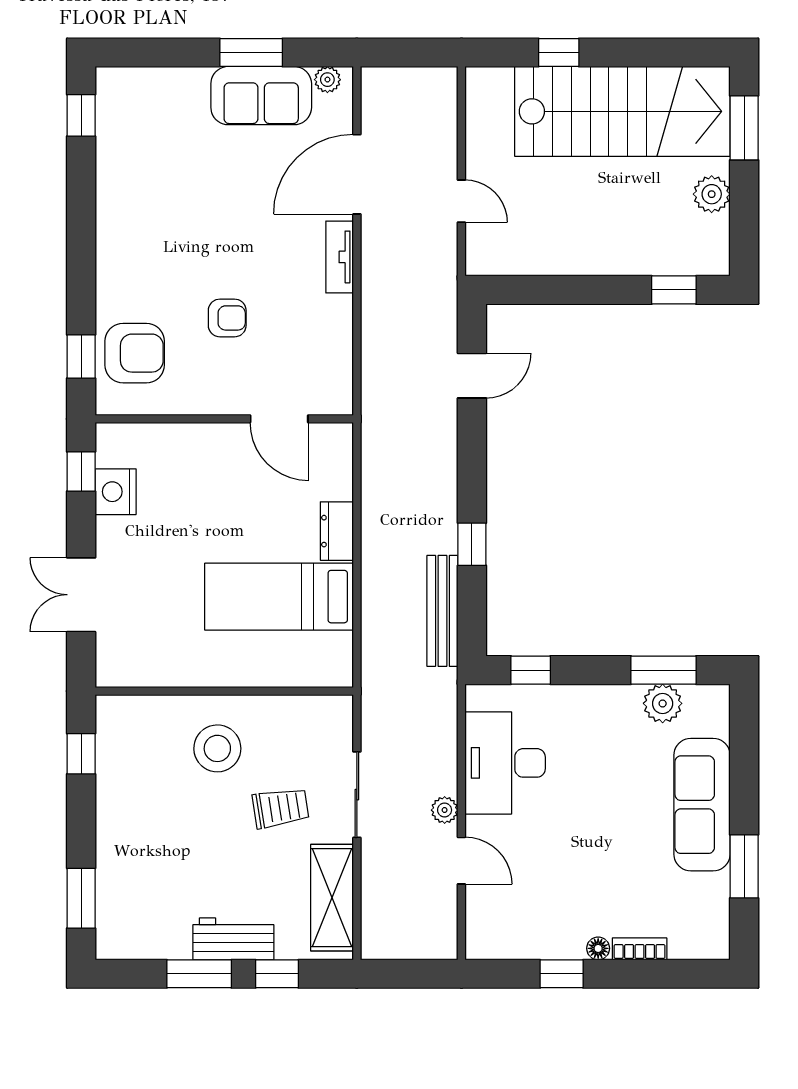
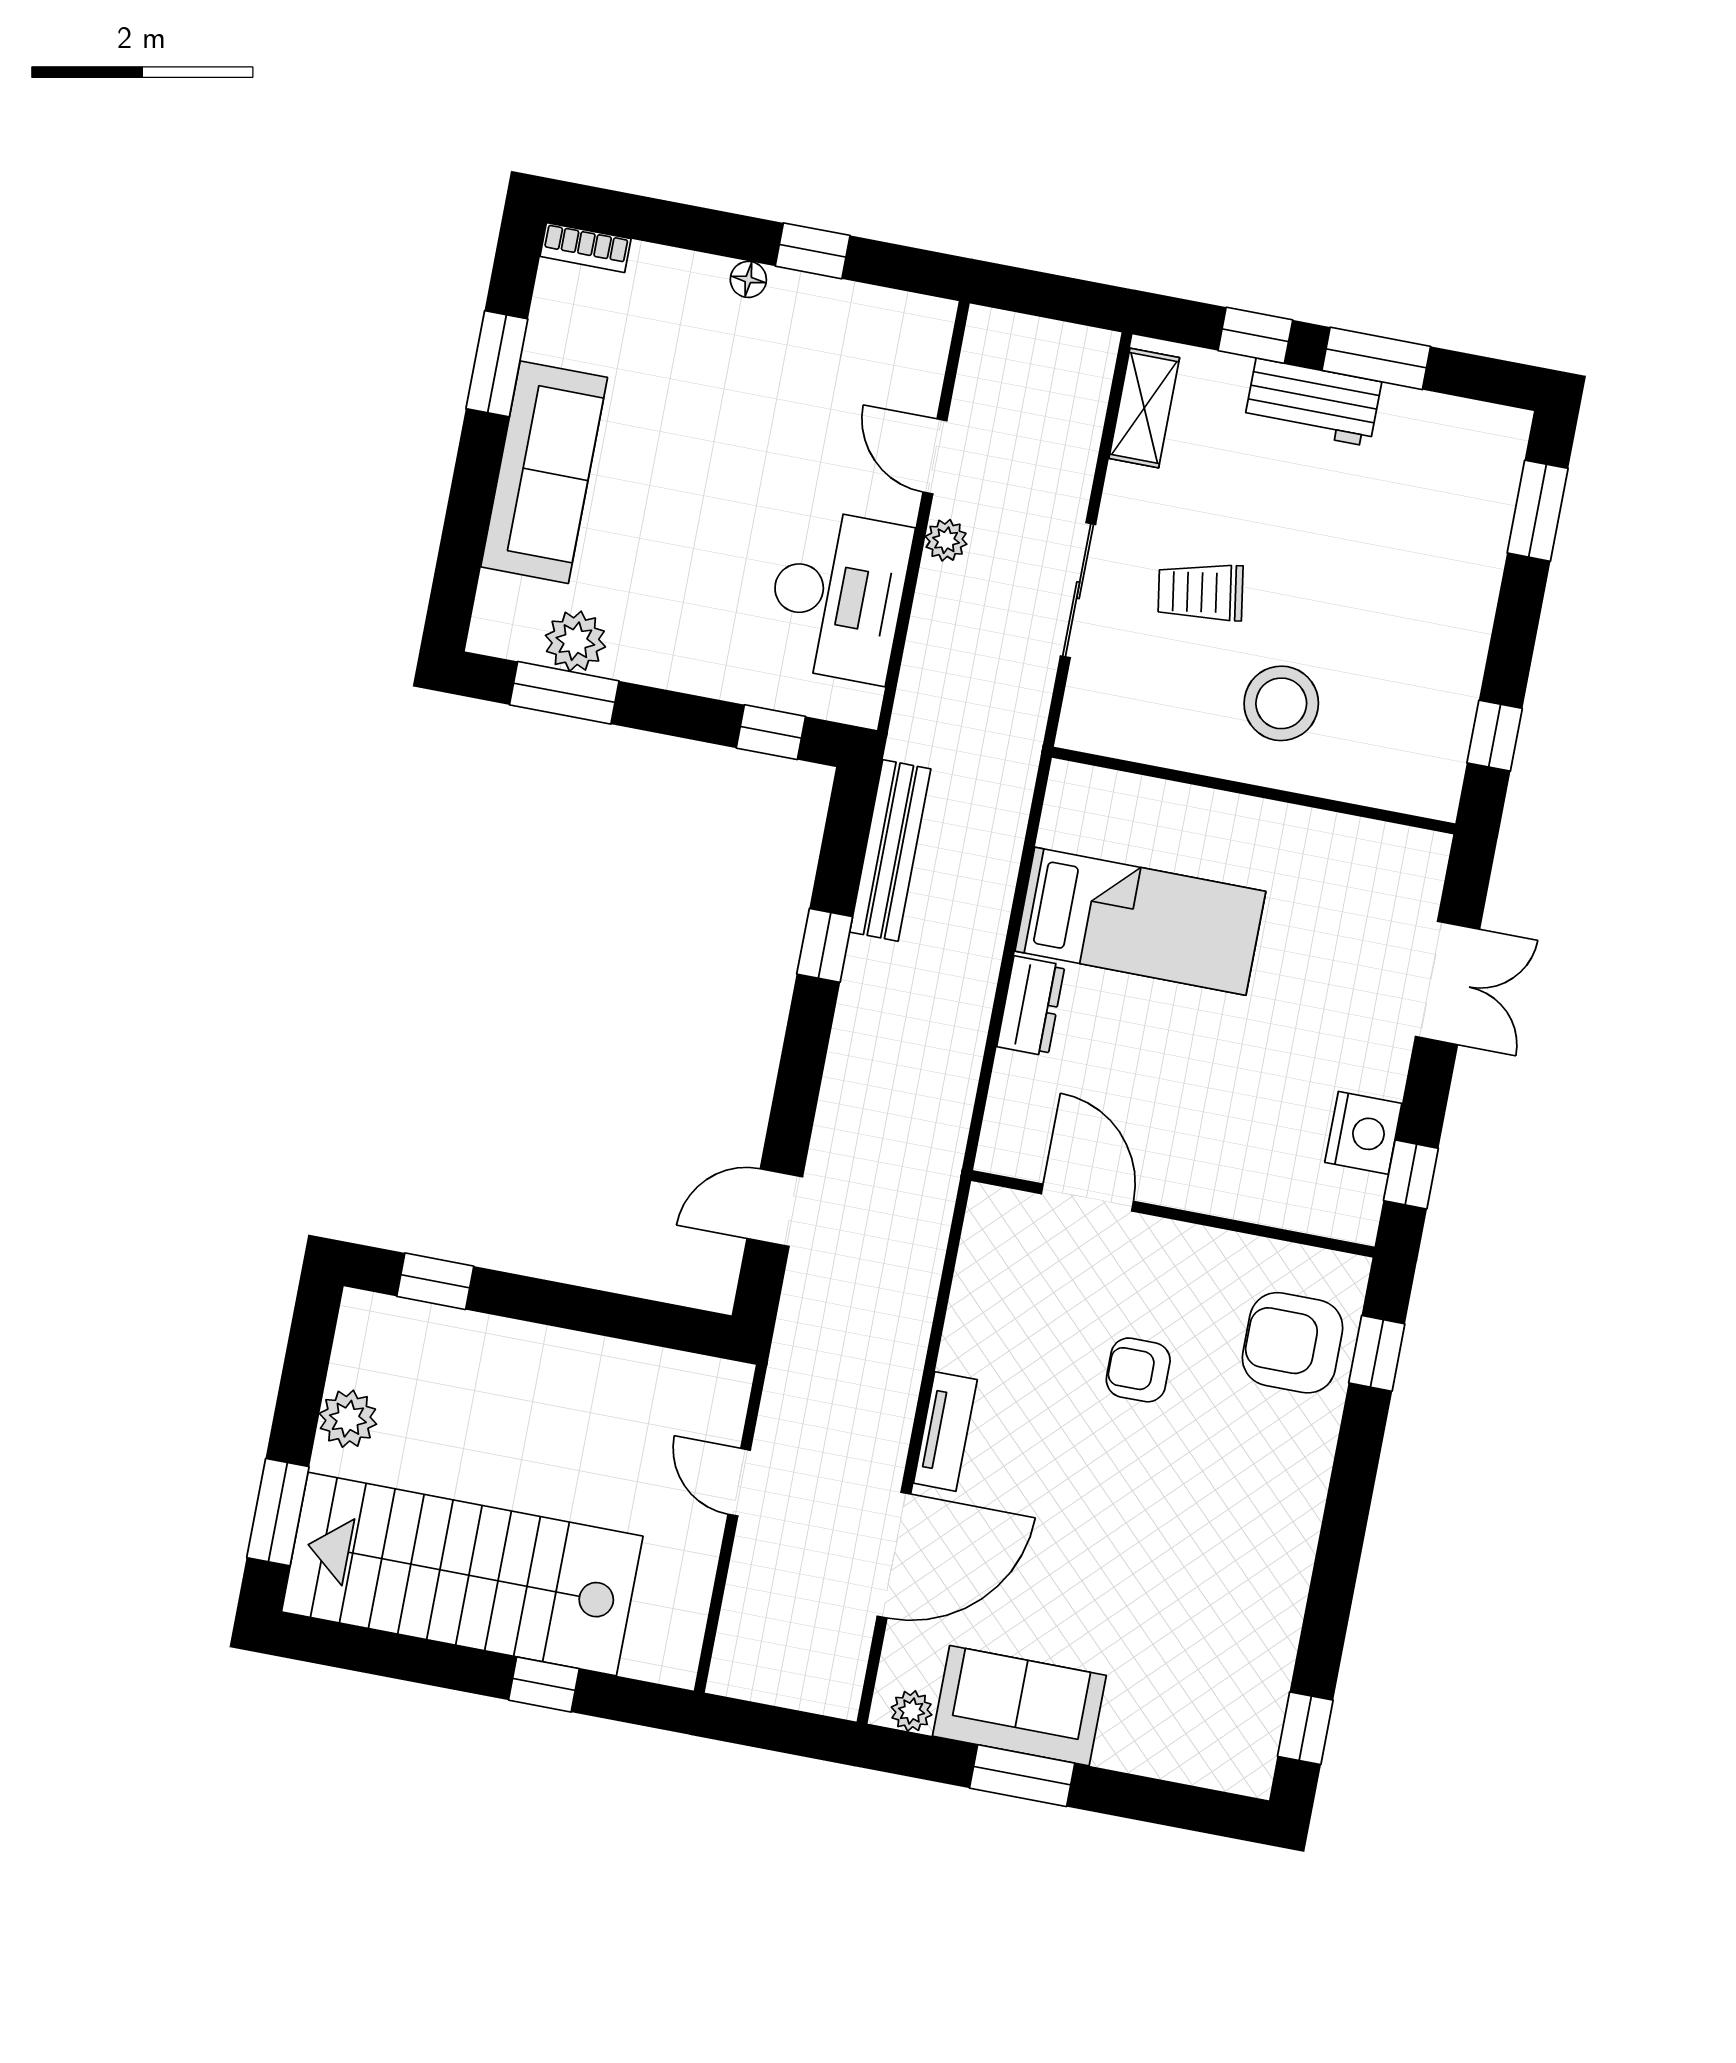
shelving: (332, 898) -> (1144, 408), width x0.67, depth x0.75
bookcase: (640, 949) -> (586, 248), moved

